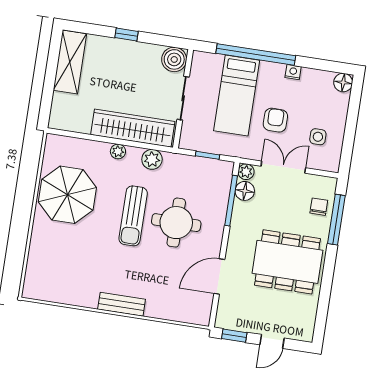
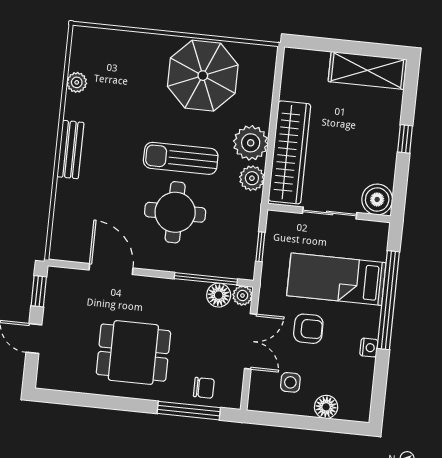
floor lamp: (343, 83) -> (326, 407), moved
plant: (118, 151) -> (251, 143), width x1.88, depth x1.88
dining table: (287, 262) -> (133, 353), width x0.73
plant: (68, 297) -> (77, 82), added

